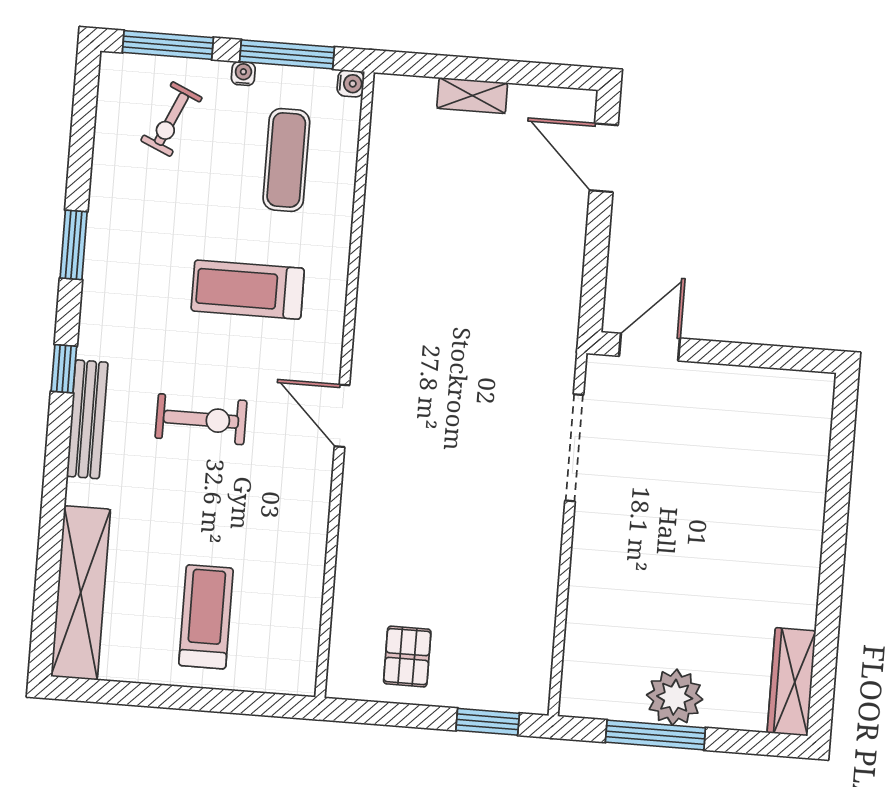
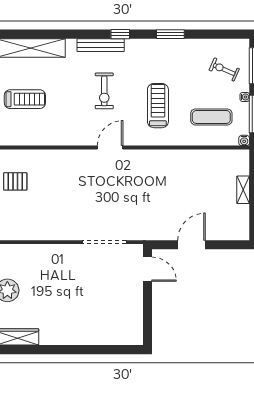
door: (604, 158) -> (191, 245), moved

